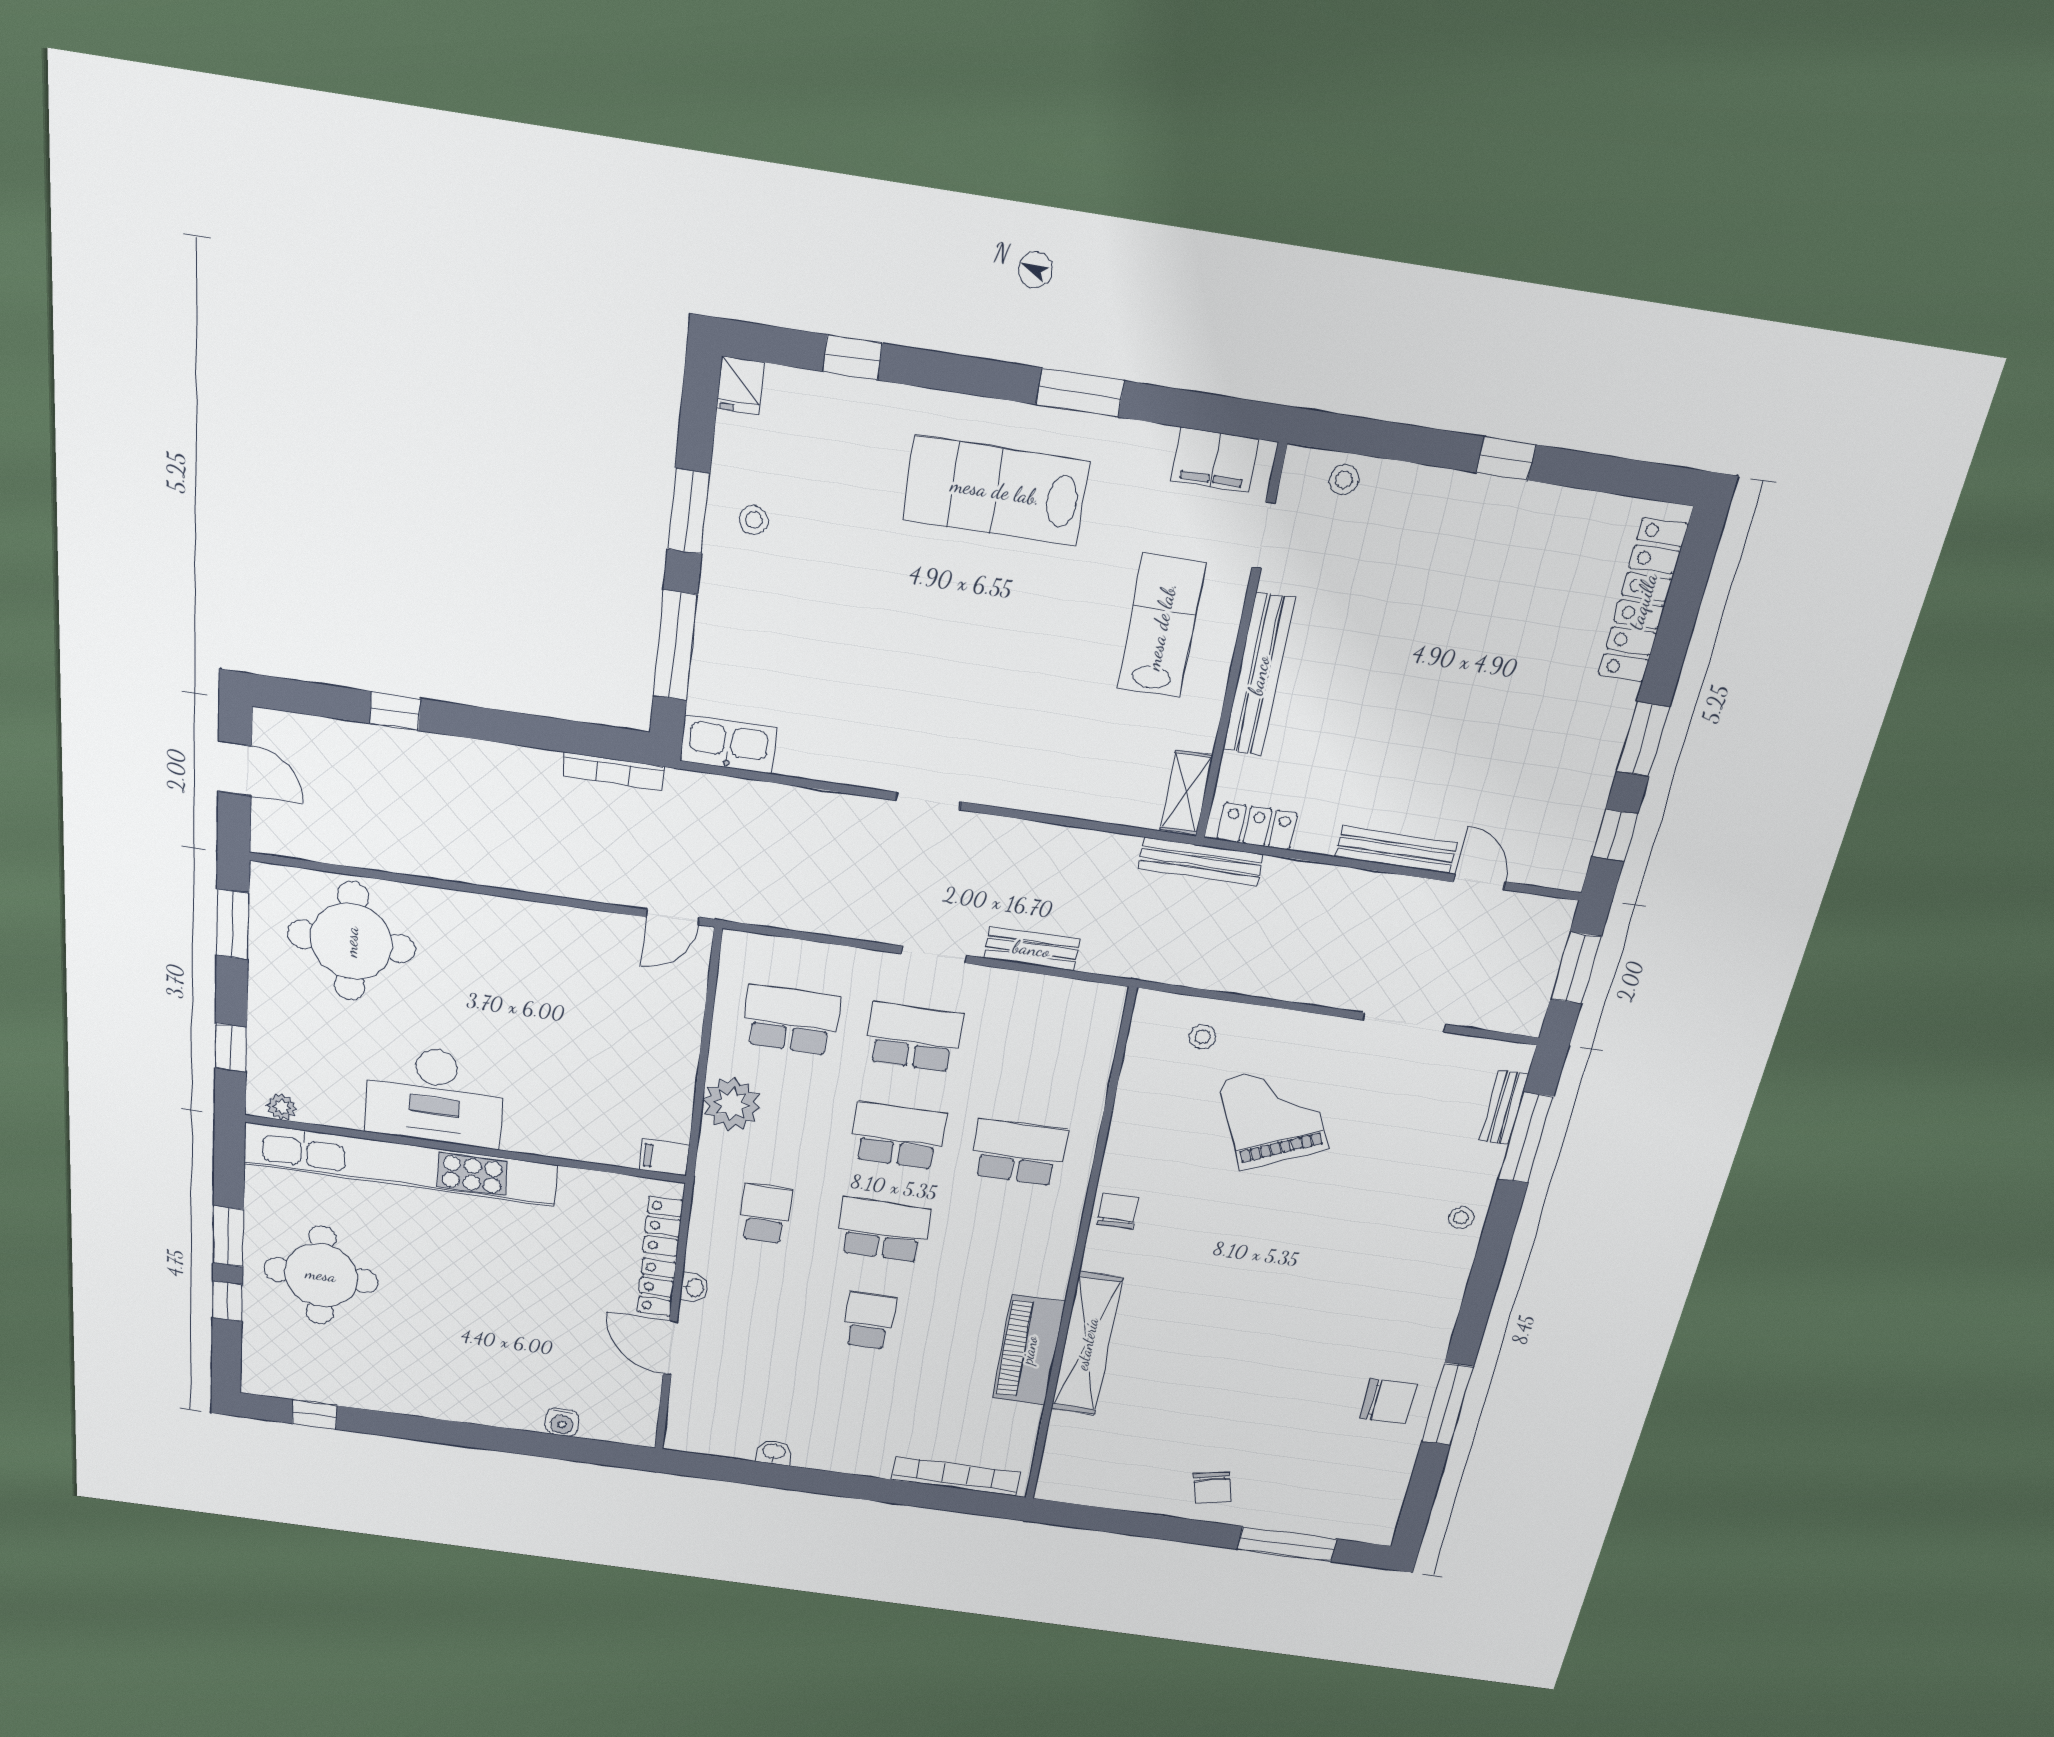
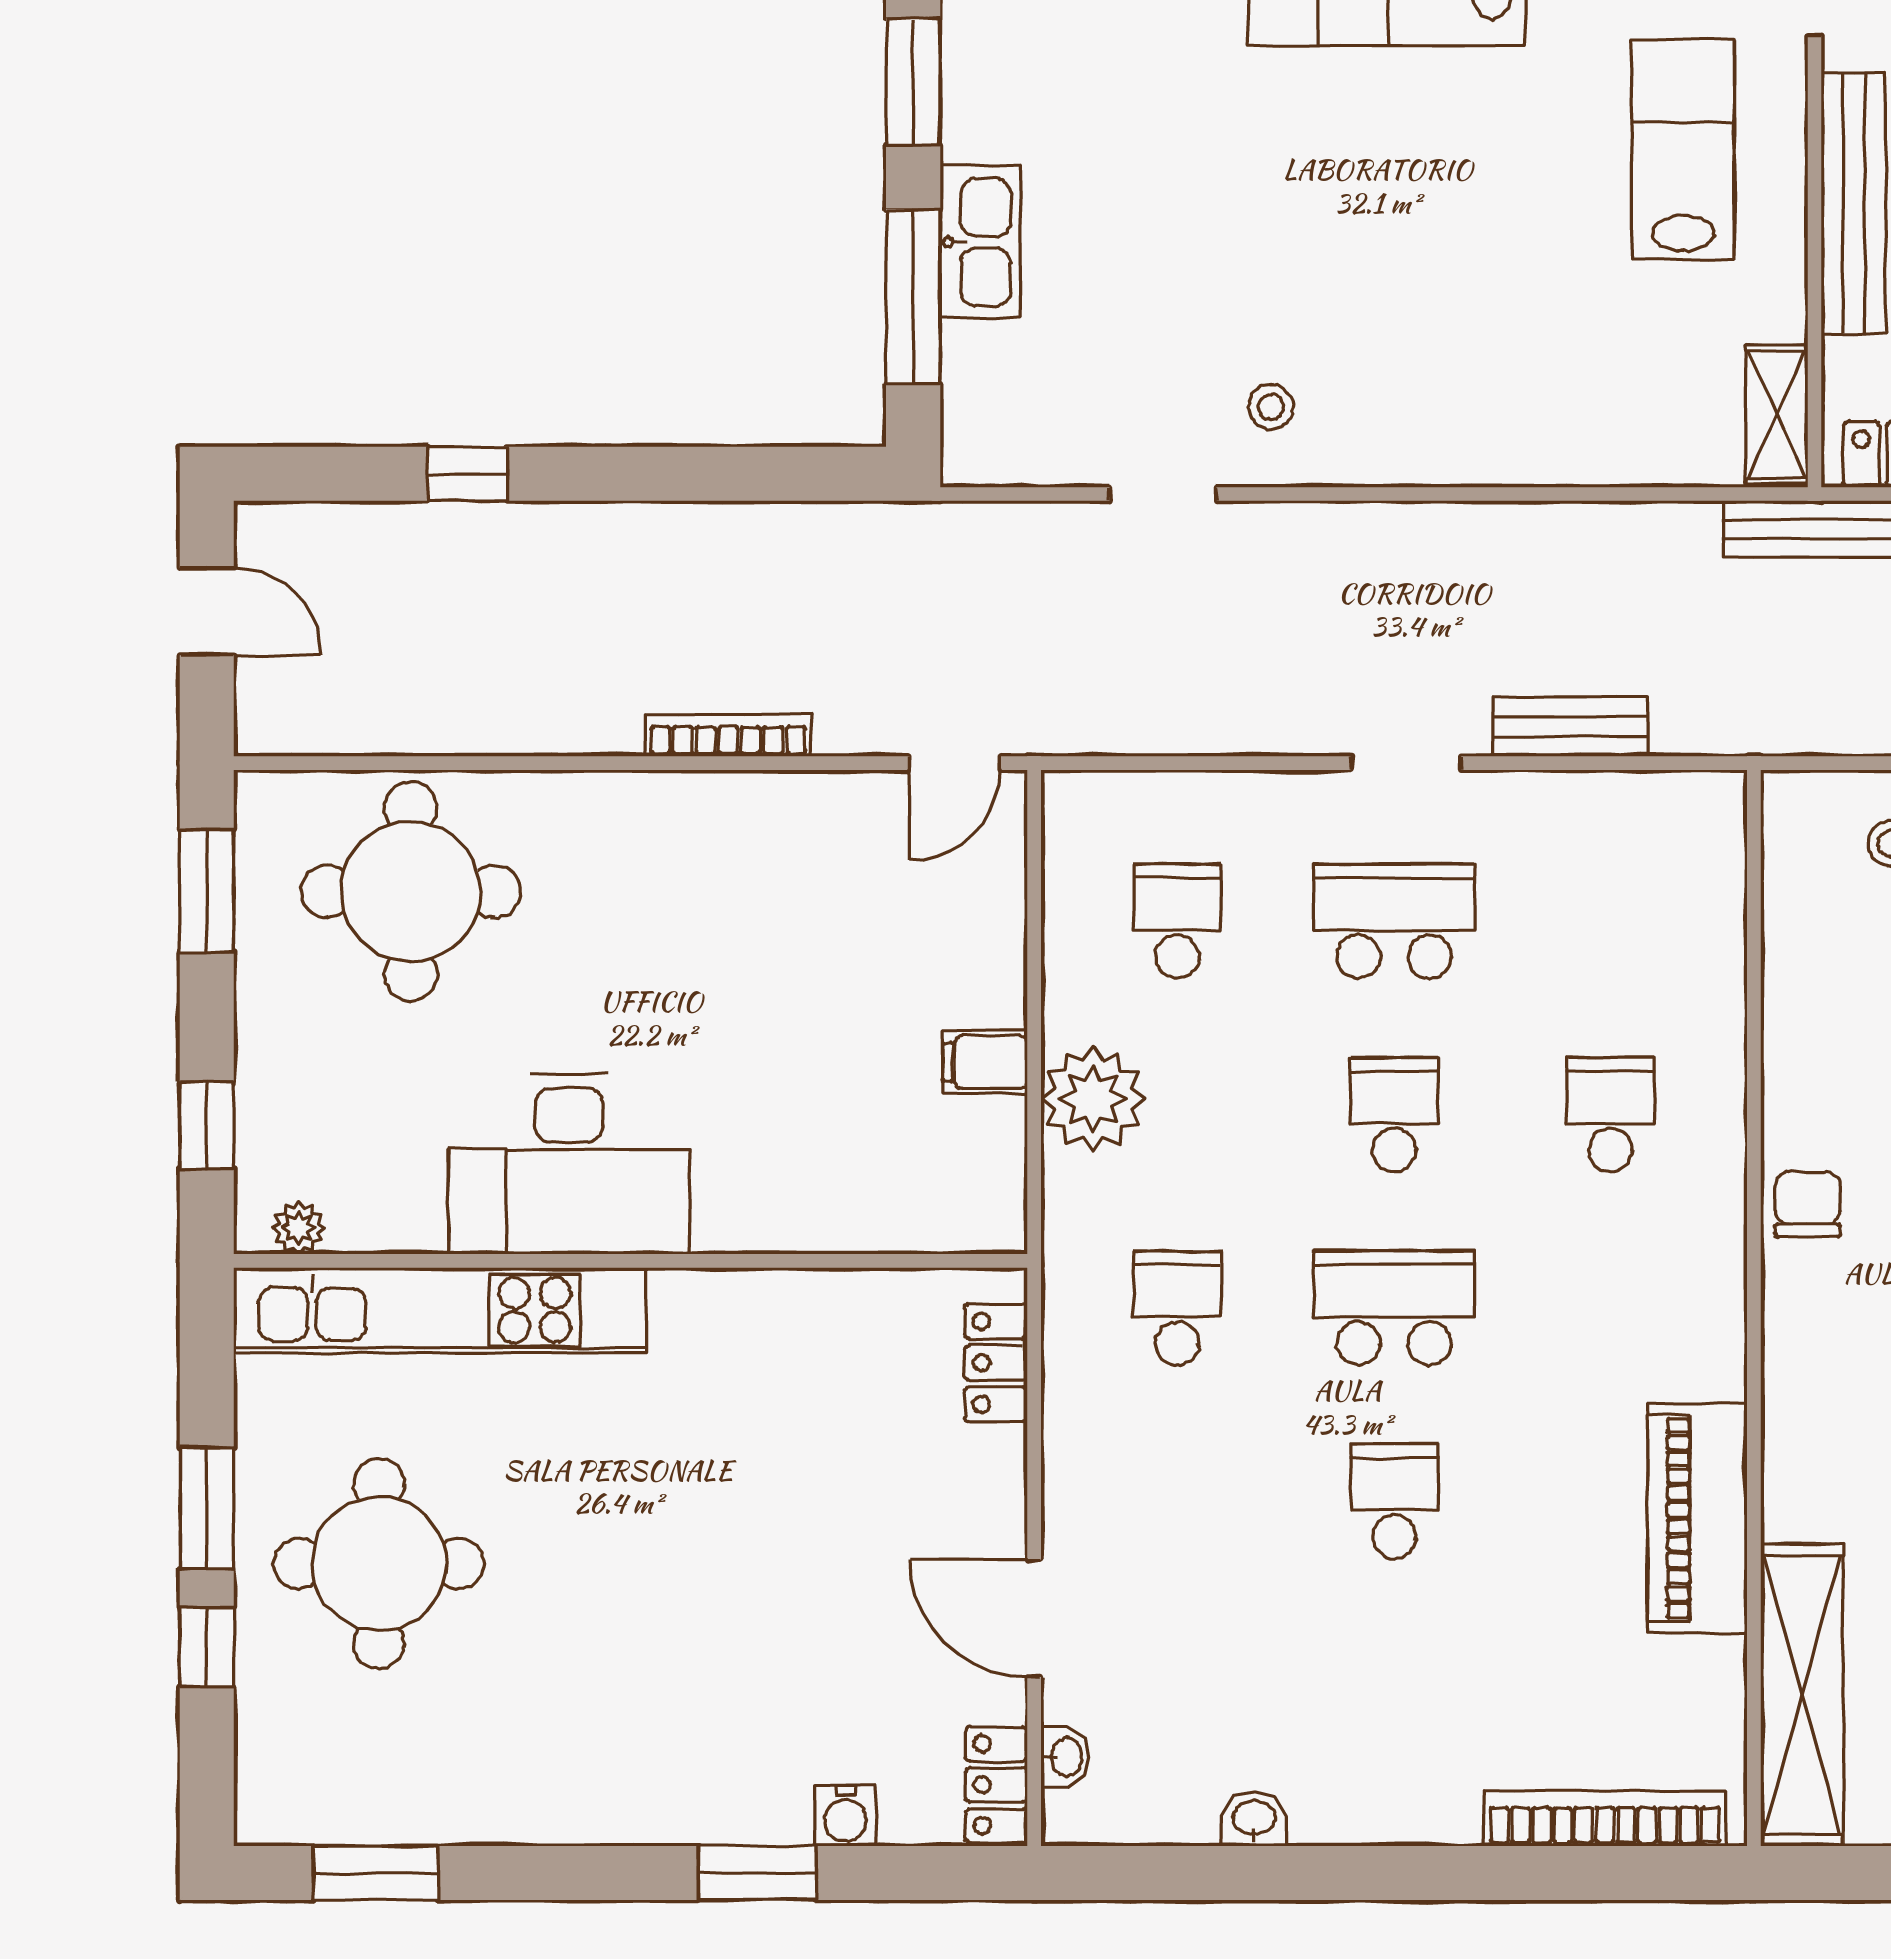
stool: (754, 520) -> (1271, 407), moved
kitchen sink: (728, 744) -> (980, 242), moved, turned 90
bookcase: (613, 771) -> (728, 735), moved, turned 180
doorway: (928, 801) -> (1163, 494), moved
school desk: (791, 1020) -> (1177, 921), width x0.54
school desk: (898, 1136) -> (1394, 1115), width x0.54
school desk: (1018, 1152) -> (1611, 1115), width x0.54
filing cabinet: (665, 1157) -> (985, 1062), moved
kitchen unit: (401, 1164) -> (440, 1310), width x0.73
locker: (657, 1287) -> (996, 1785), moved
washbasin: (694, 1288) -> (1065, 1757), moved
shelving: (1087, 1344) -> (1802, 1695), moved
window: (315, 1415) -> (376, 1873), width x1.50
window: (514, 1441) -> (757, 1873), added

